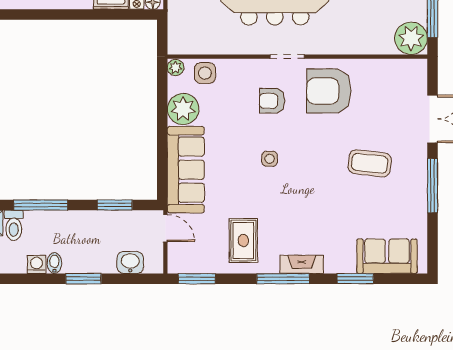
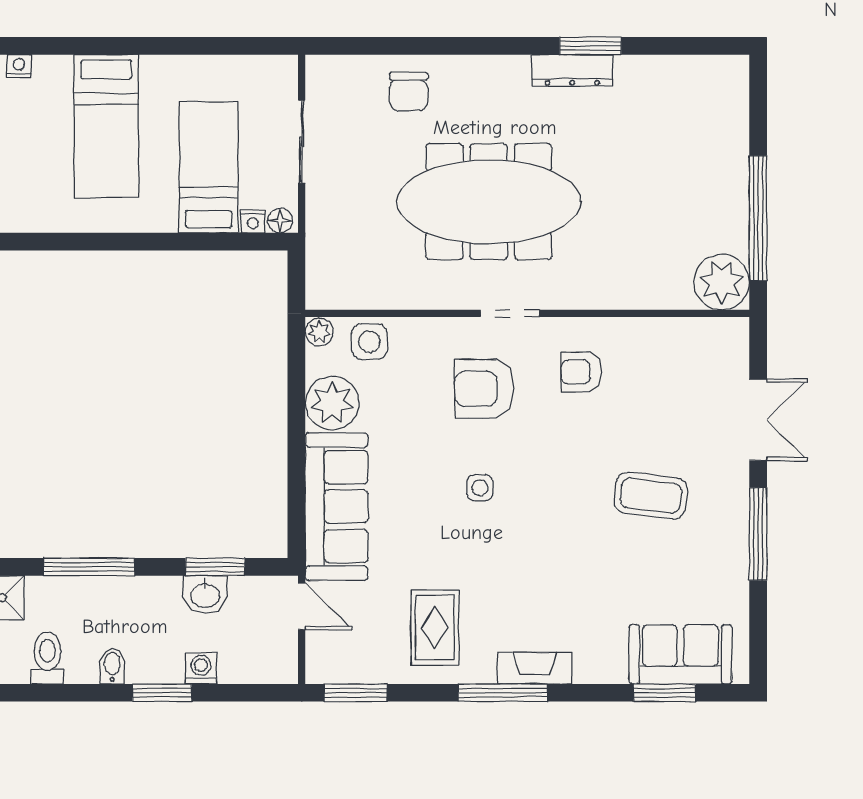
armchair: (329, 91) -> (581, 372), width x0.53, depth x0.53
armchair: (272, 101) -> (484, 389), width x1.38, depth x1.38
toilet: (14, 225) -> (47, 658), moved, turned 180
washbasin: (130, 262) -> (205, 595), moved, turned 180
washing machine: (36, 264) -> (201, 668), moved
window: (355, 279) -> (665, 693), moved

